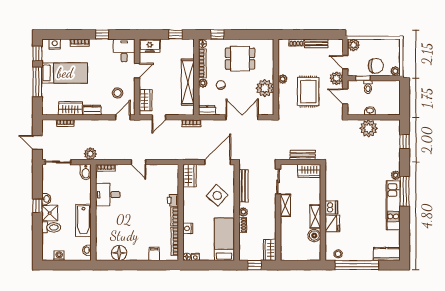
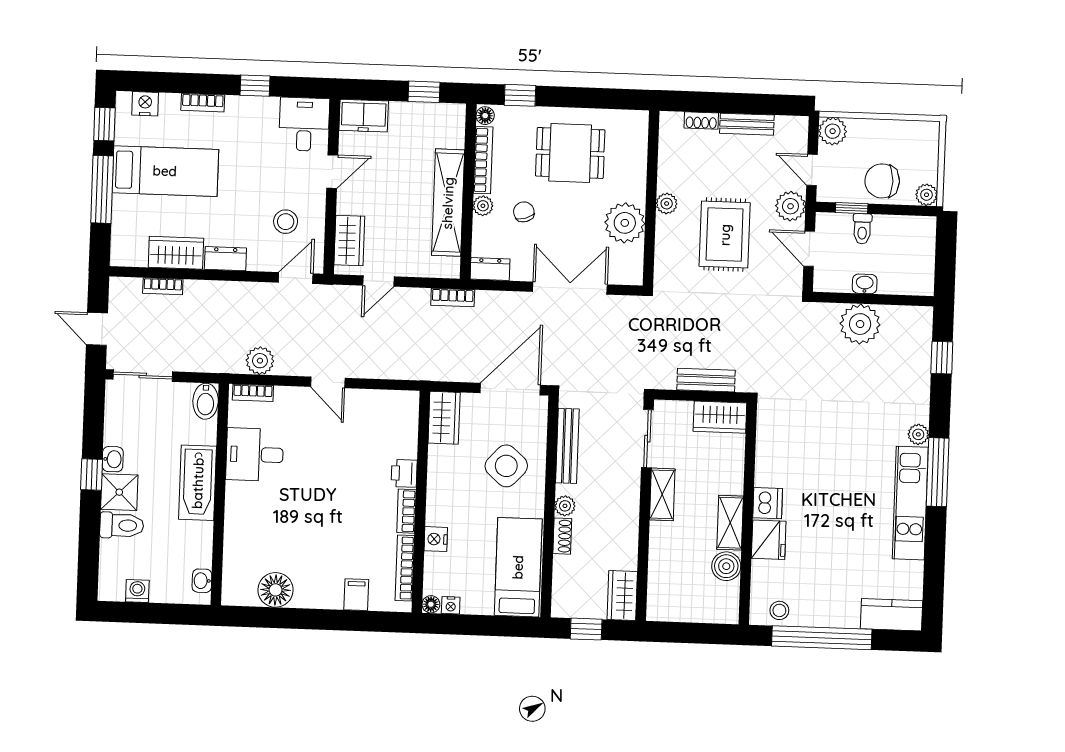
chair: (376, 66) -> (882, 181), turned 180
plant: (90, 154) -> (260, 361), moved
bathtub: (84, 220) -> (198, 483), moved

